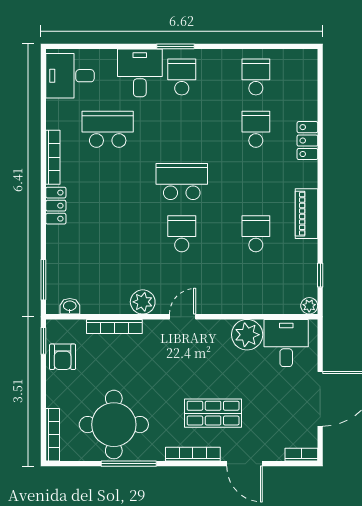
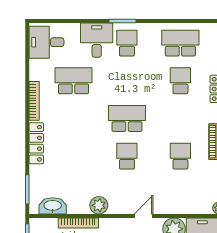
school desk: (256, 77) -> (180, 43), width x1.85
locker: (56, 206) -> (36, 143), width x1.53
washbasin: (70, 306) -> (53, 206), width x1.91, depth x1.45
door: (183, 317) -> (144, 216), moved

